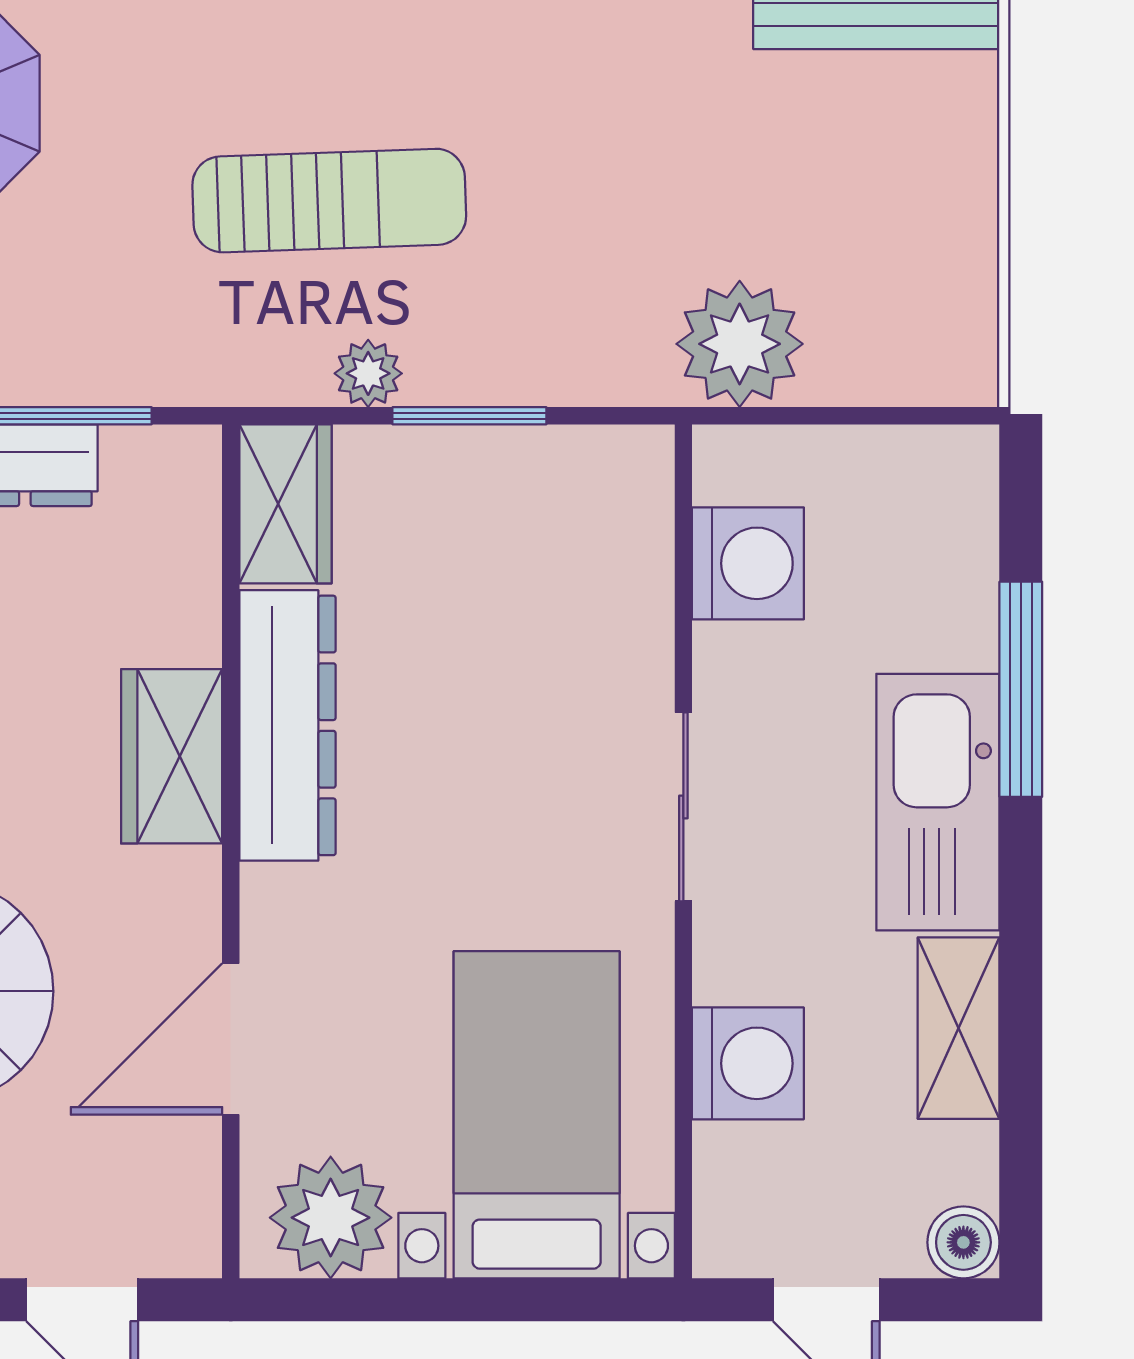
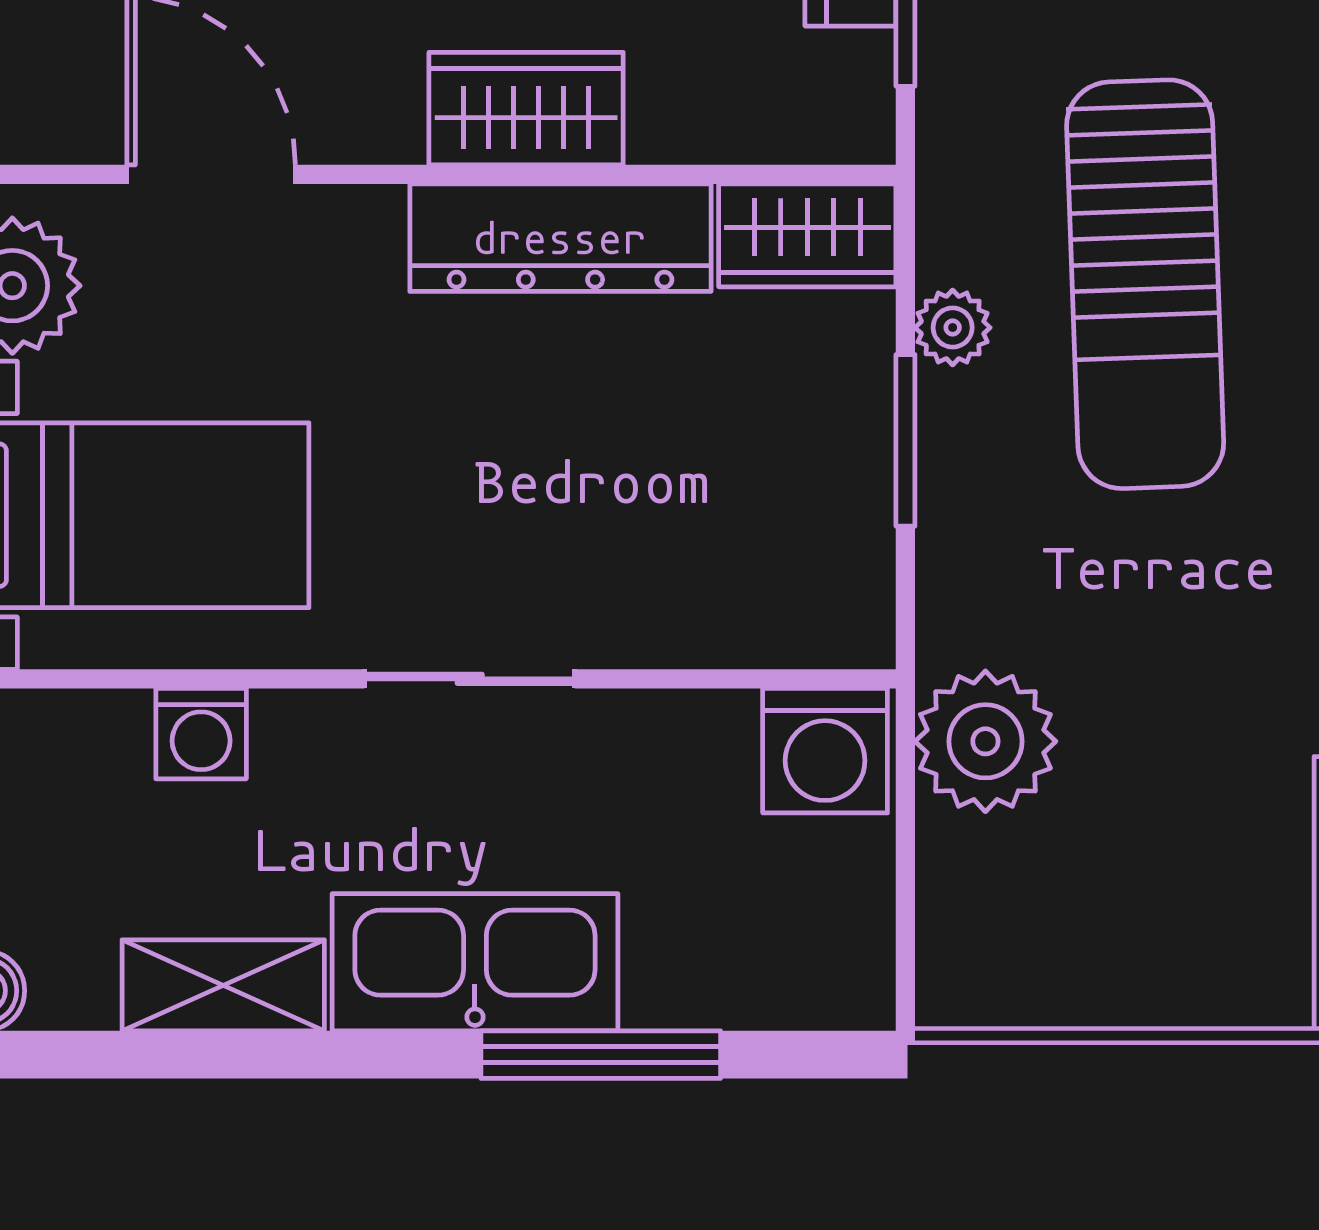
sun lounger: (329, 201) -> (1145, 284), width x1.36, depth x1.34
washing machine: (748, 563) -> (825, 751), moved
washing machine: (748, 1063) -> (201, 734), width x0.73, depth x0.73

